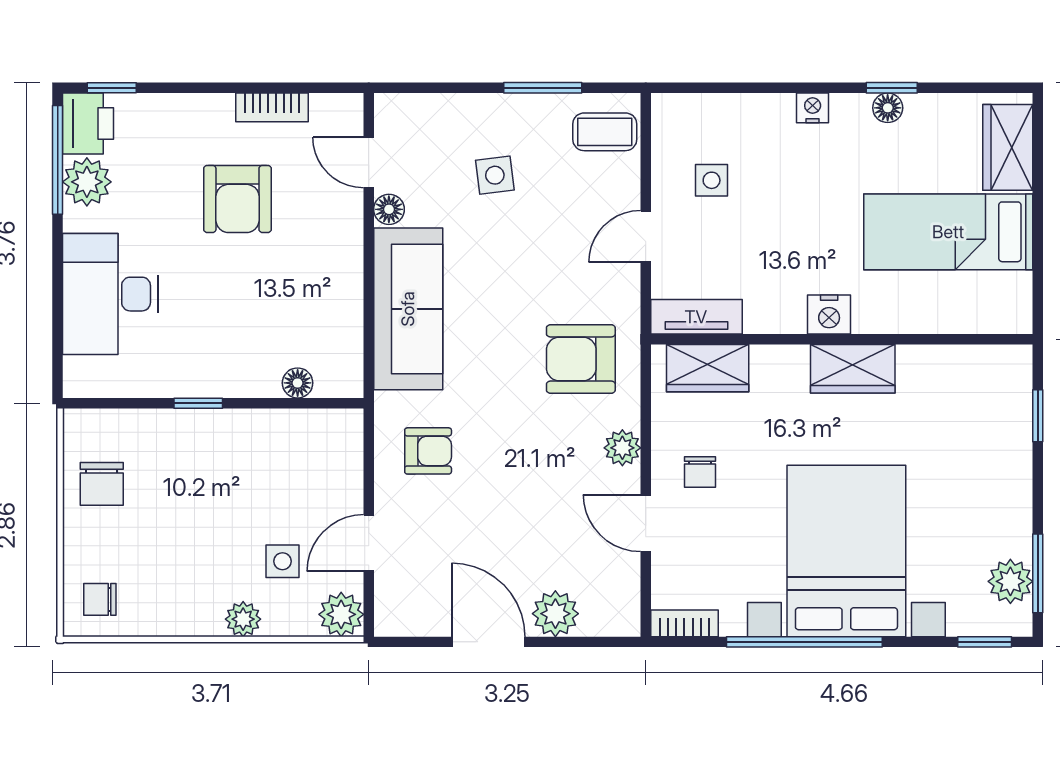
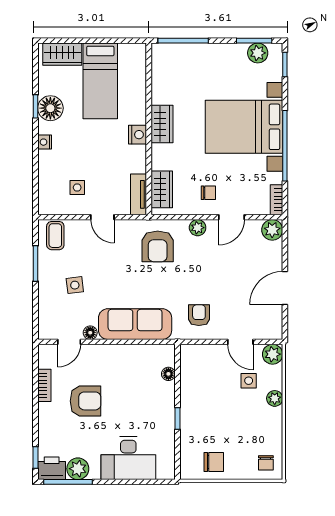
floor lamp: (888, 108) -> (50, 108), width x1.89, depth x1.89
window: (1038, 416) -> (183, 41), width x2.17
plant: (555, 614) -> (272, 230), moved

